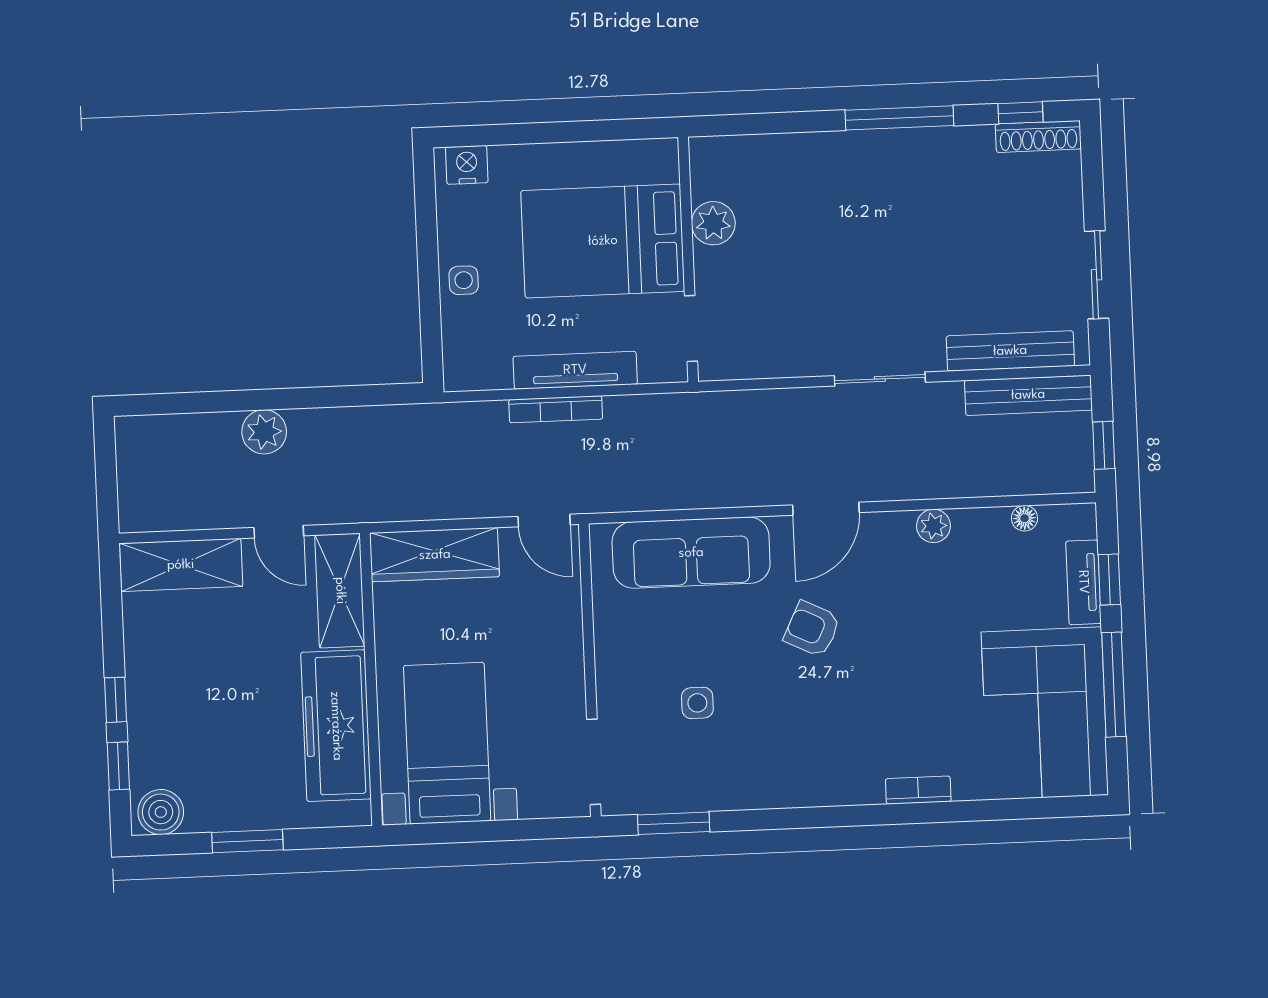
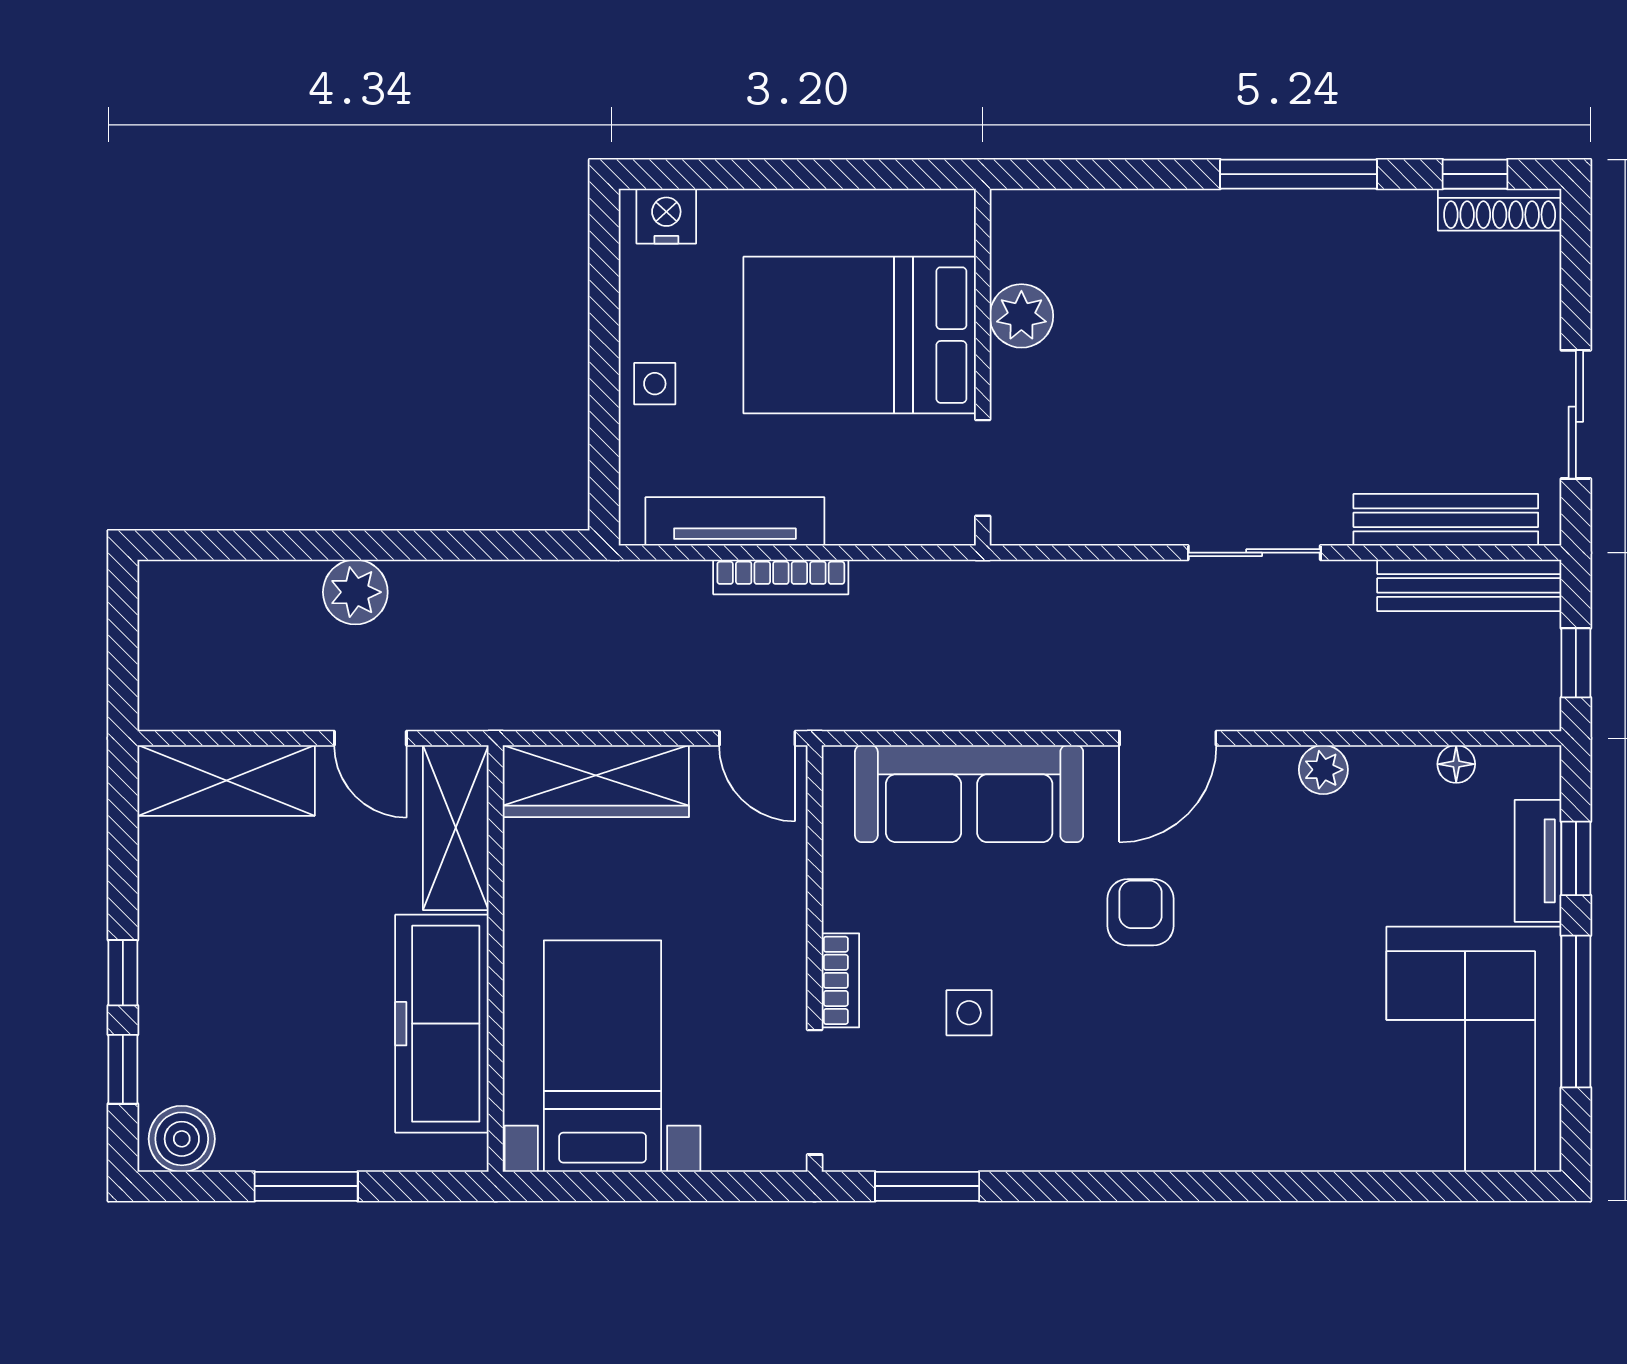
tv unit: (575, 370) -> (735, 521), moved
armchair: (812, 629) -> (1140, 912), turned 64
bookcase: (918, 790) -> (840, 980), moved, turned 90

